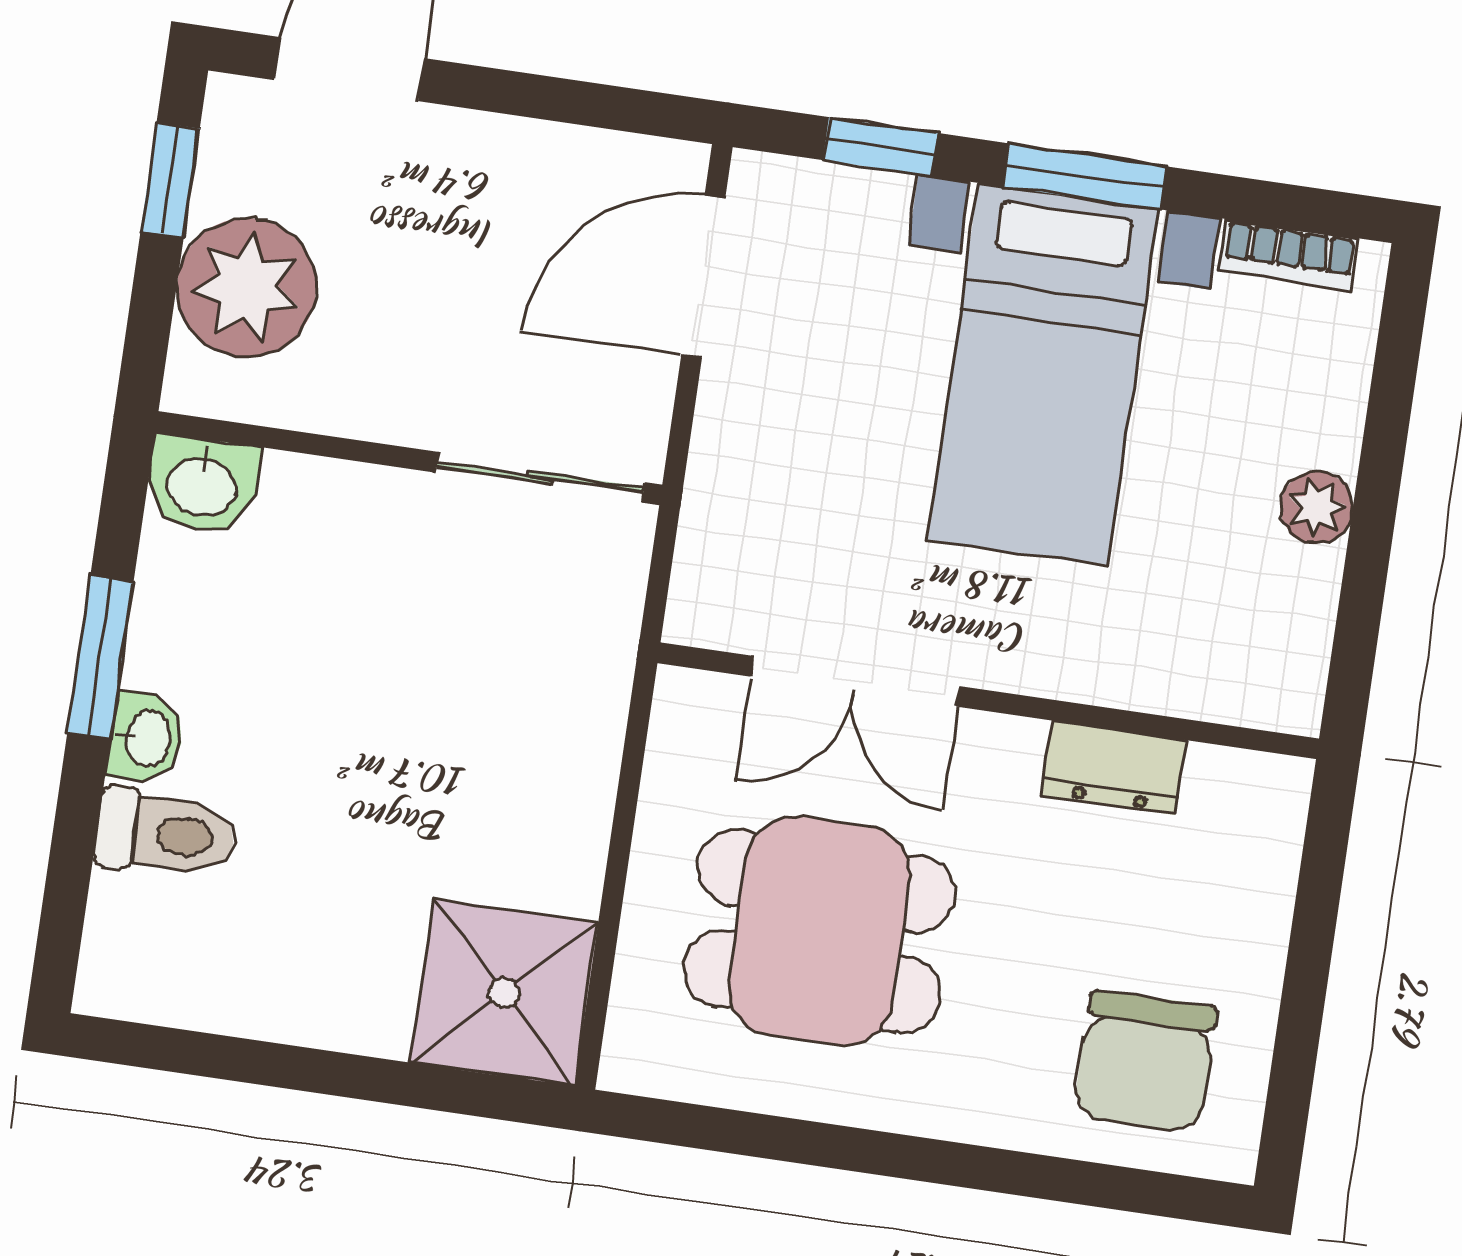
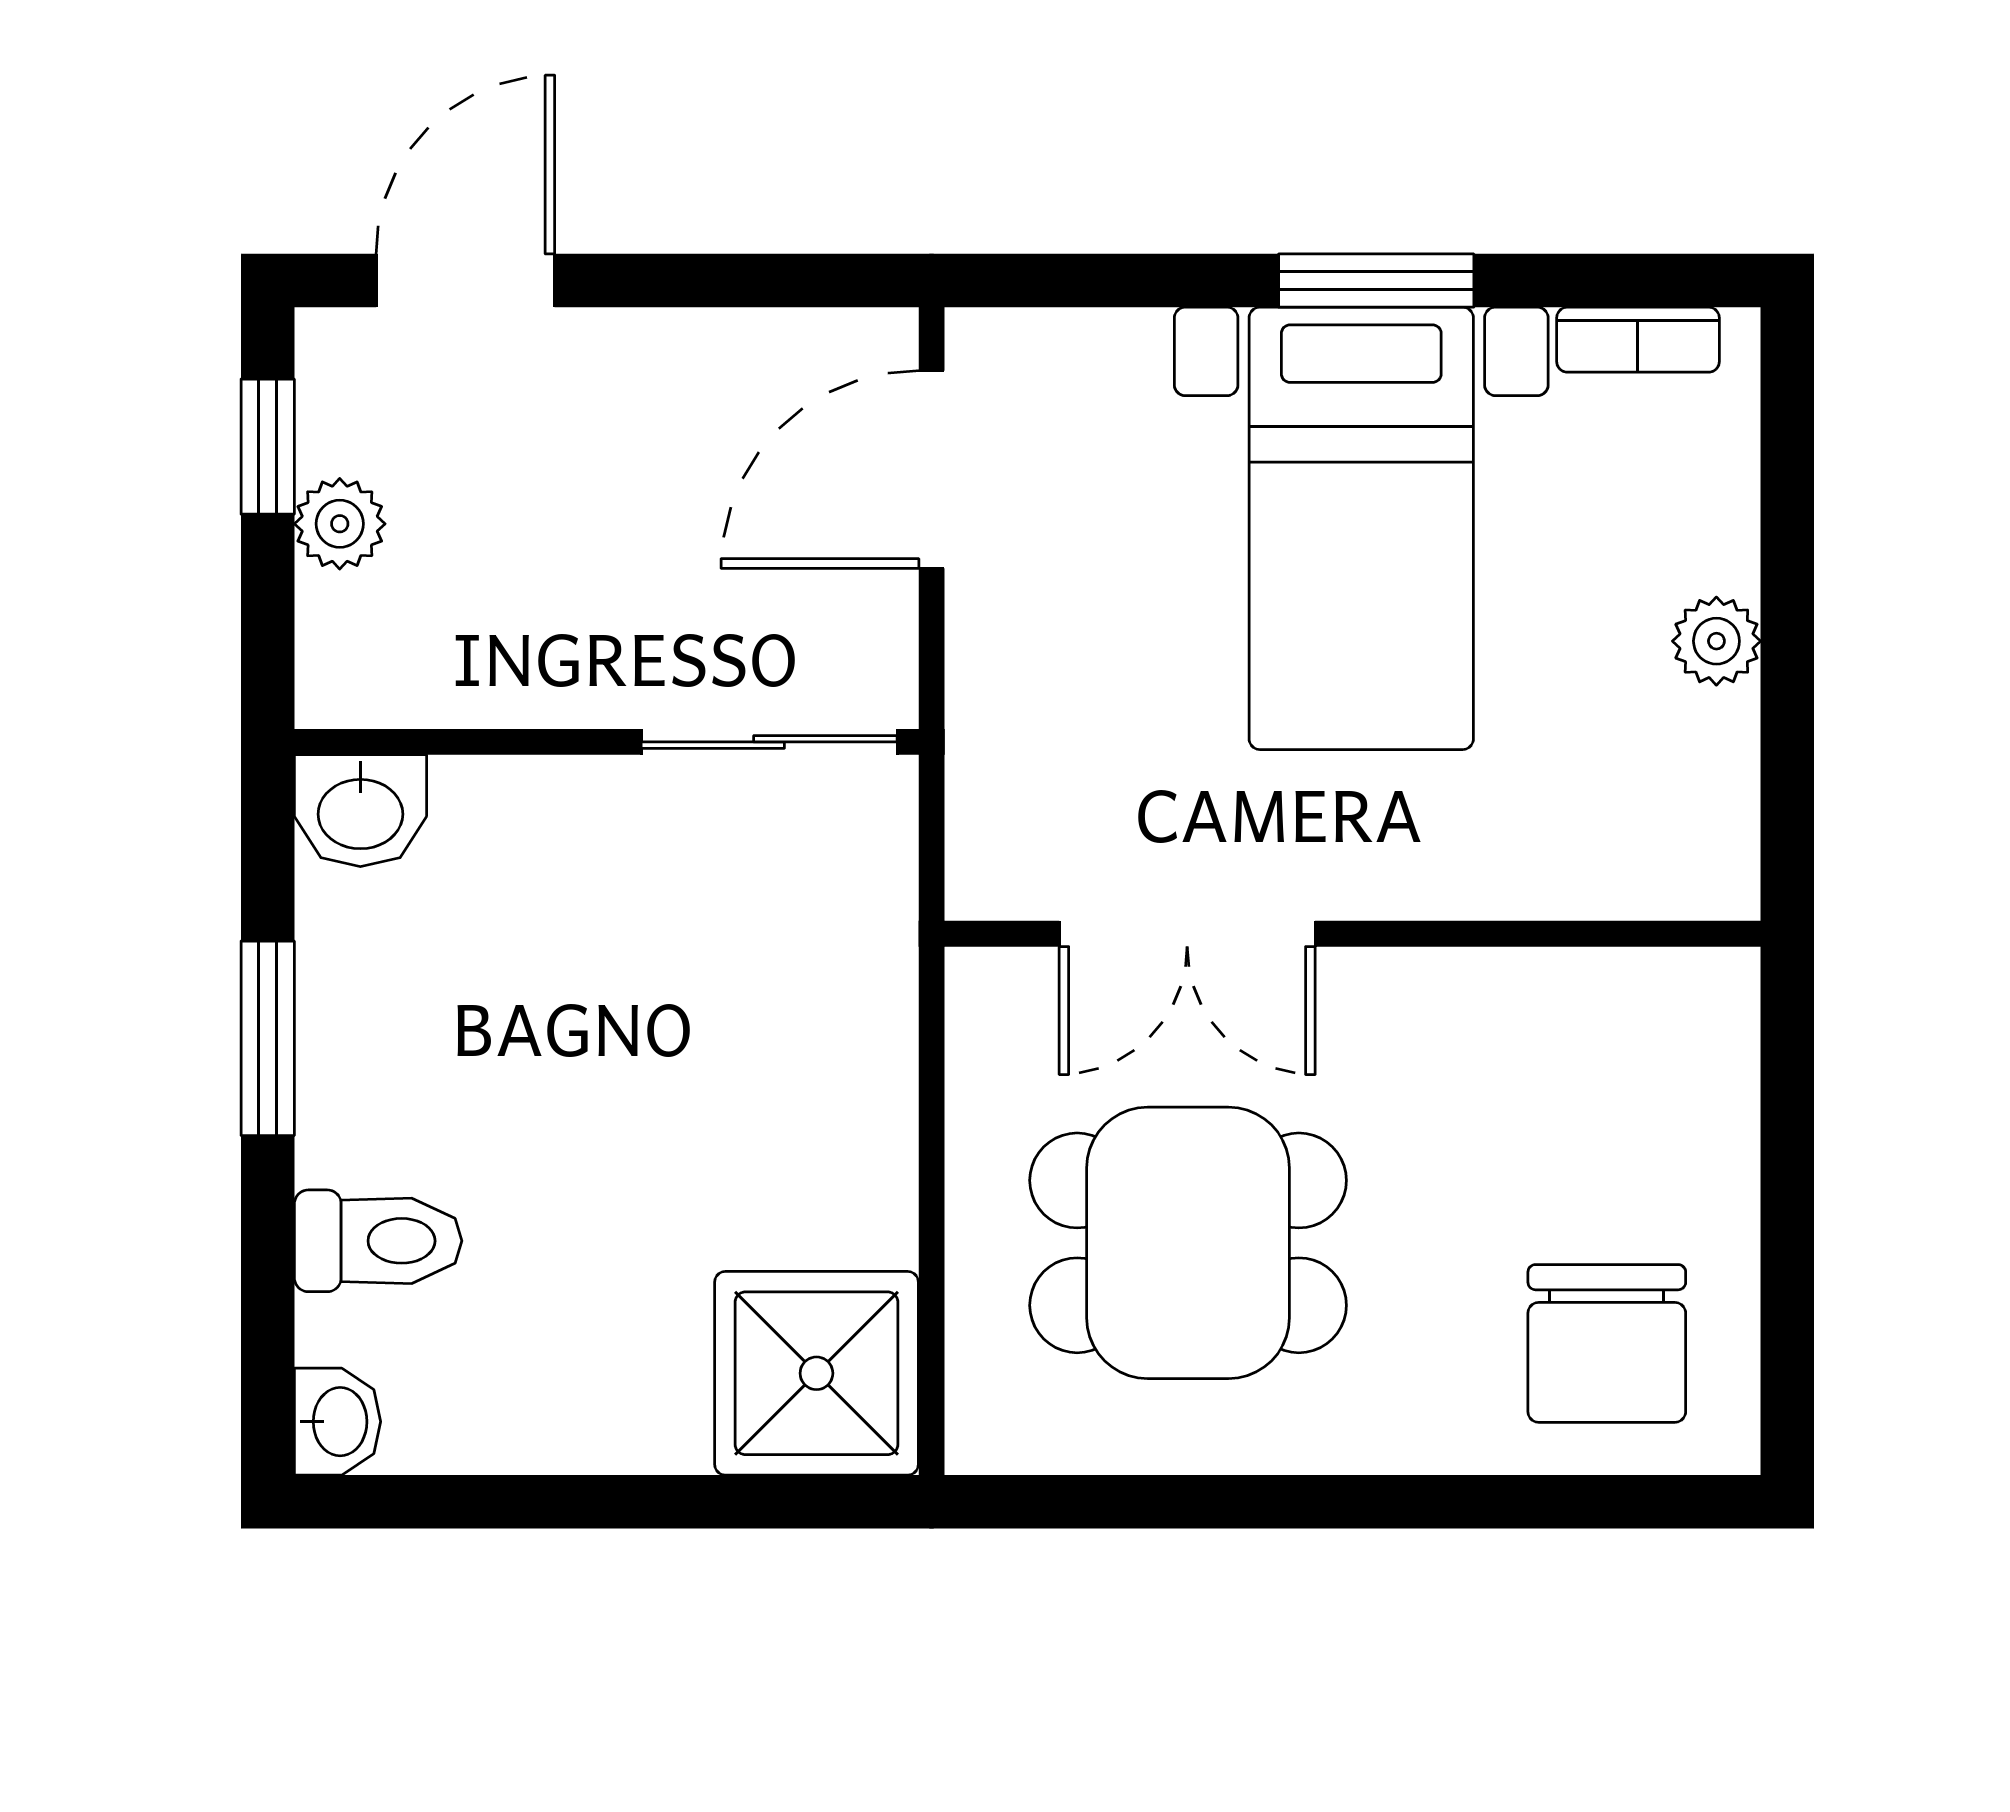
window: (880, 147) -> (1123, 281), removed
plant: (247, 287) -> (340, 524), width x0.53, depth x0.53
washbasin: (146, 738) -> (338, 1422), moved
dresser: (1114, 768) -> (1516, 993), removed

